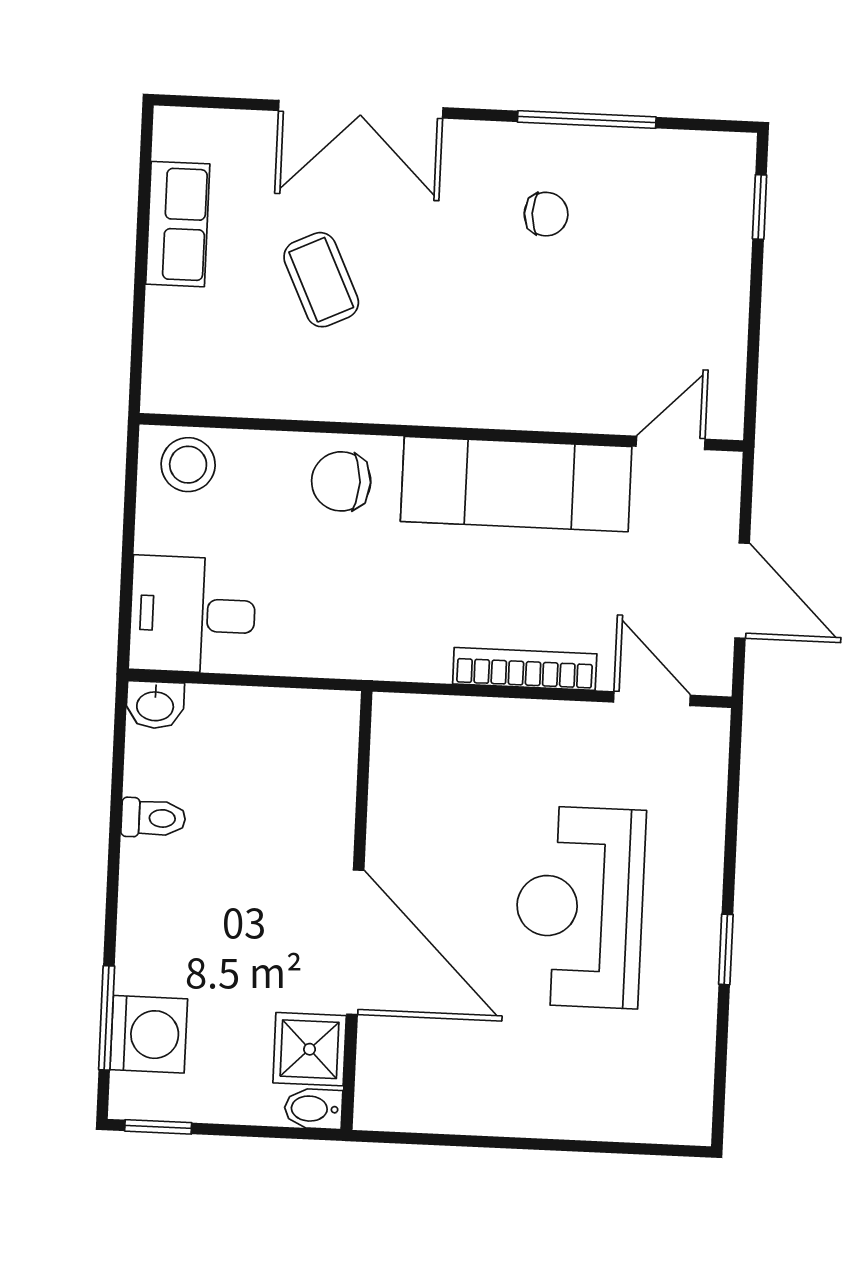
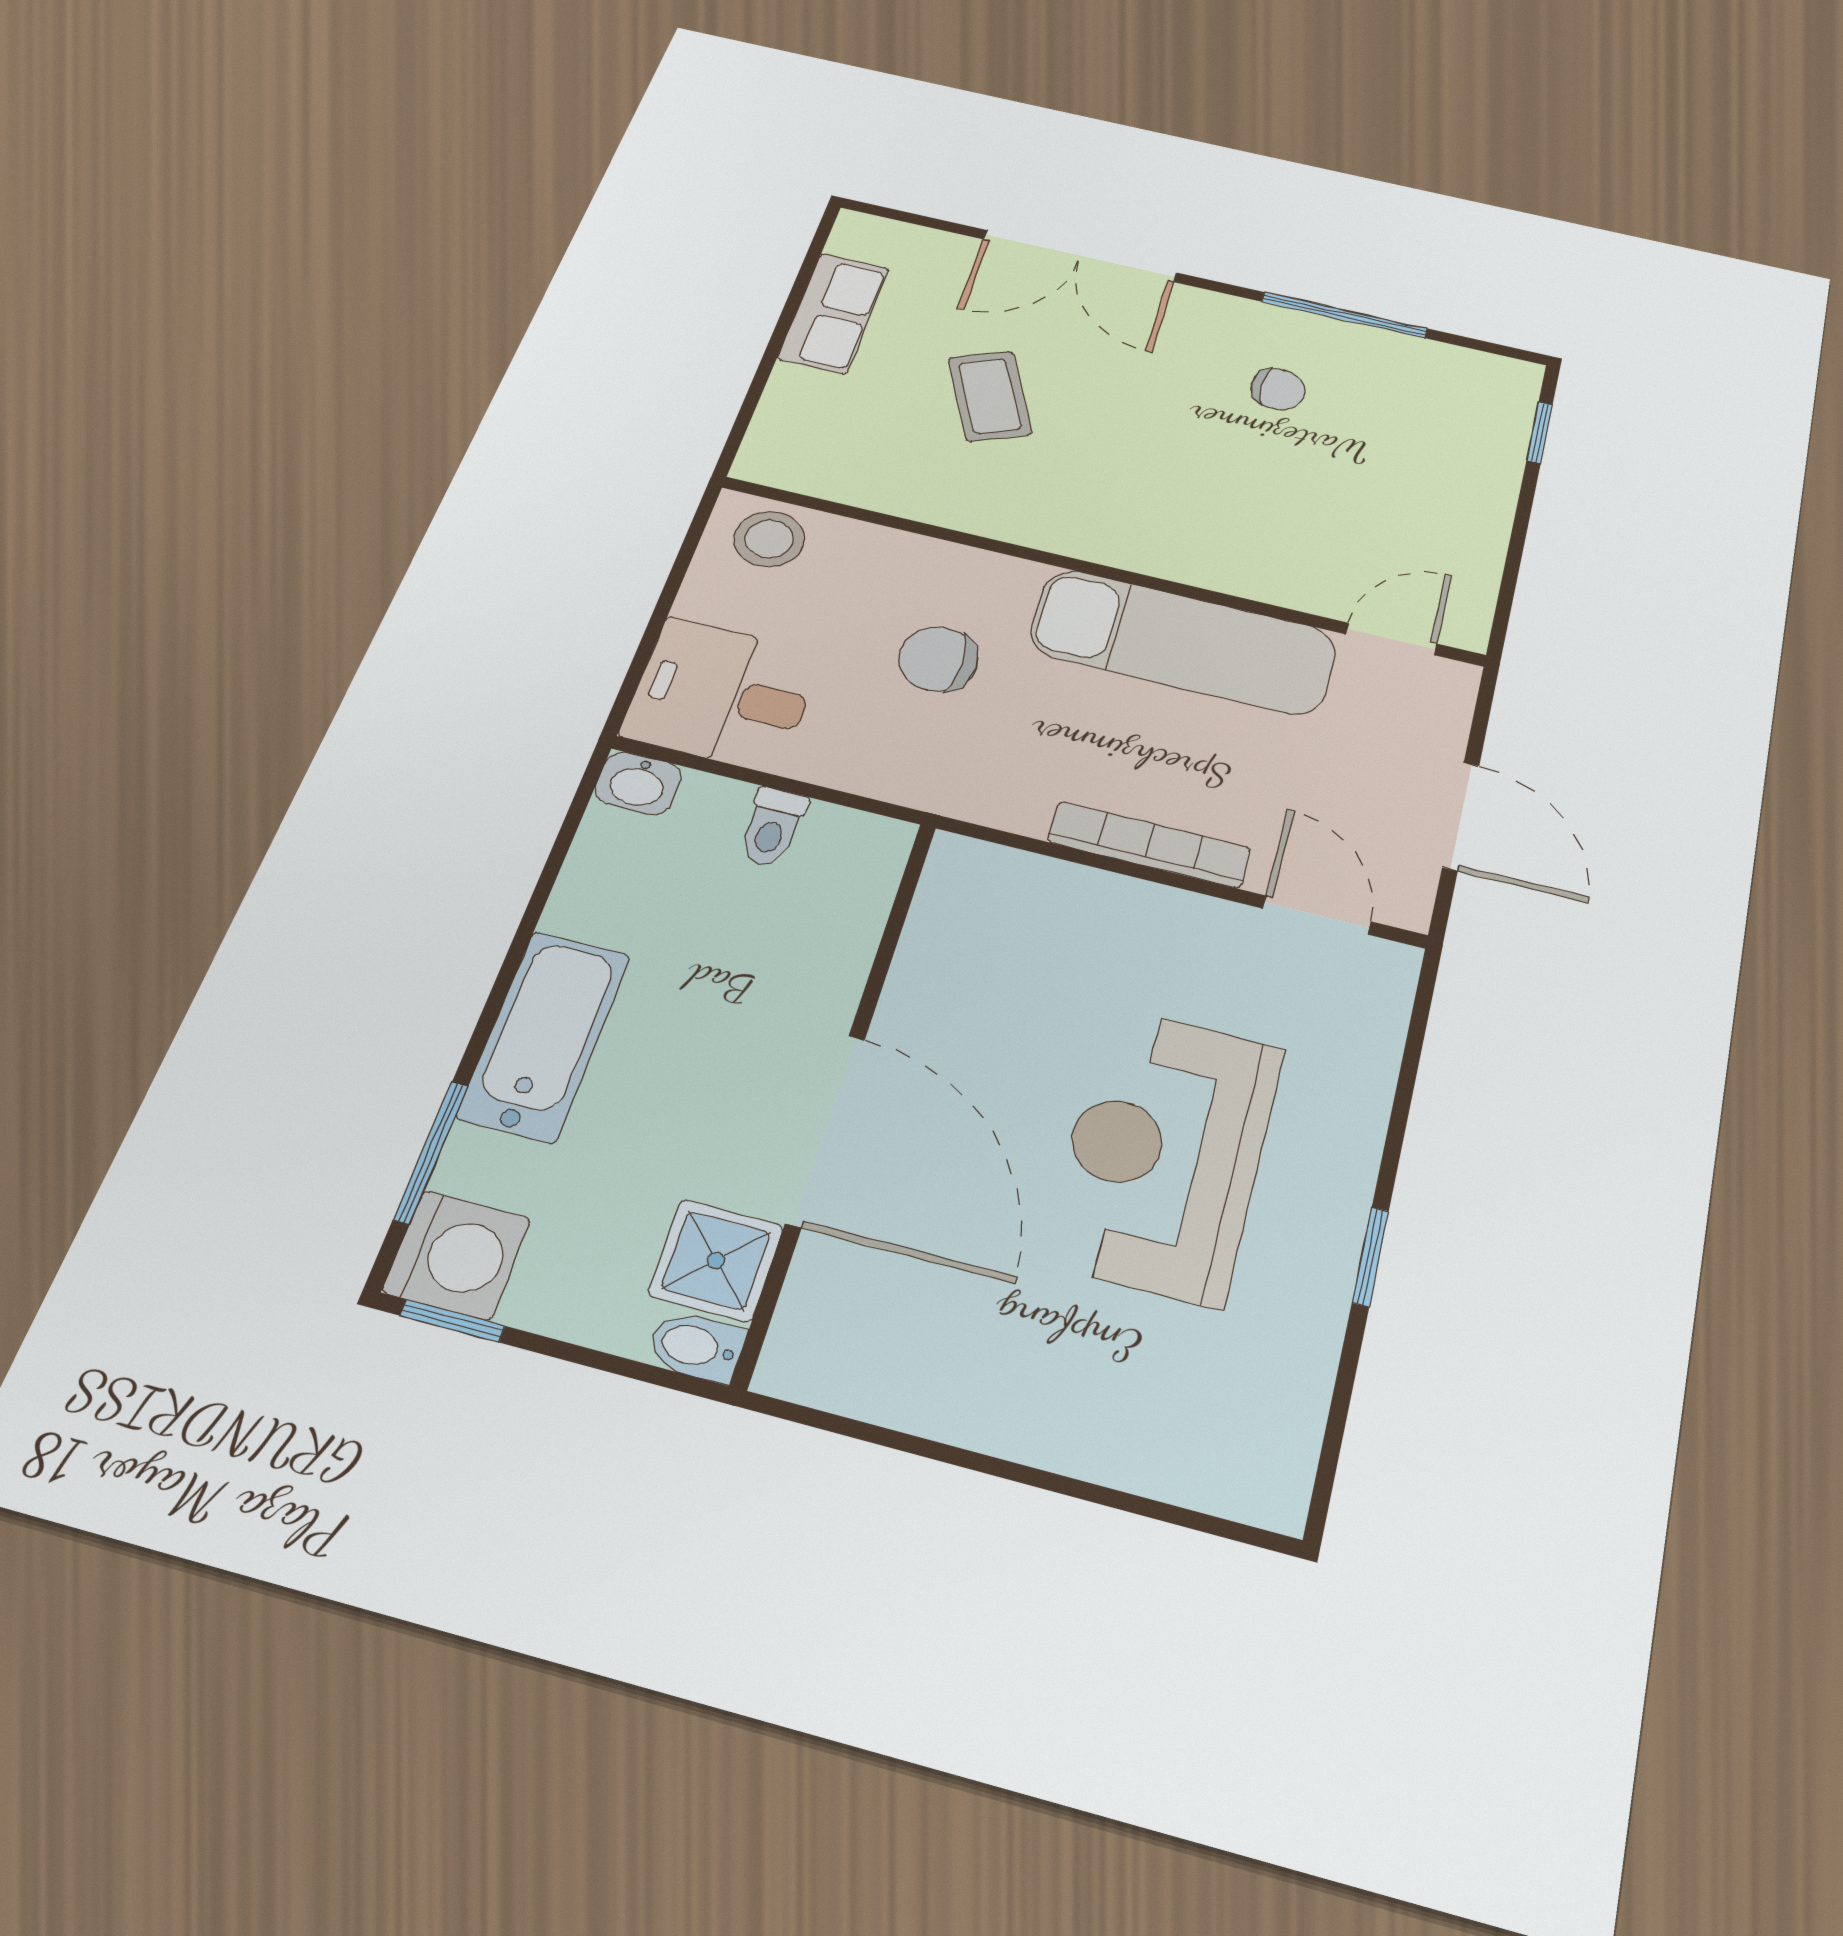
chair: (341, 481) -> (938, 659), moved
toilet: (153, 818) -> (772, 827), moved, turned 90
bathtub: (152, 917) -> (544, 1036), added
washing machine: (149, 1034) -> (457, 1255), moved

